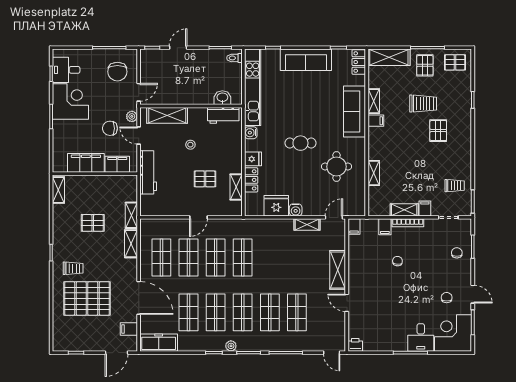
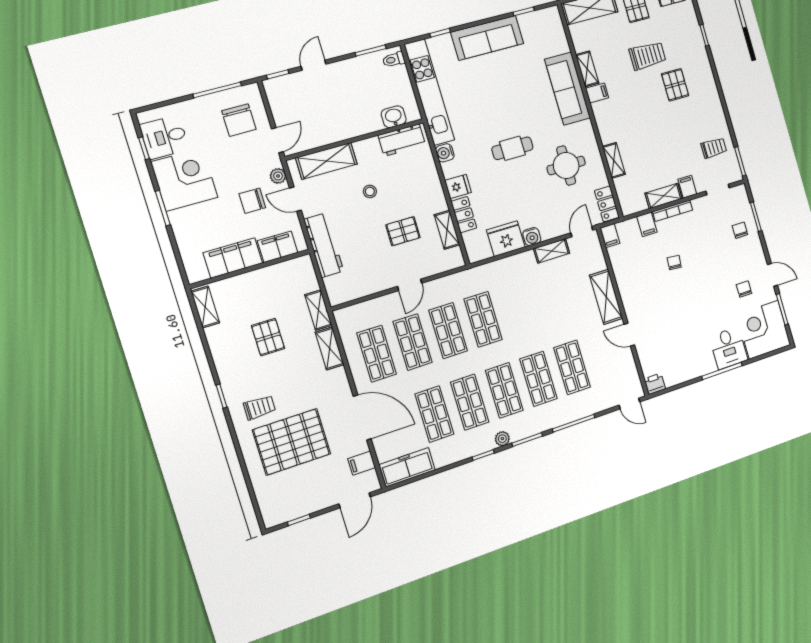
locker: (359, 62) -> (607, 204), moved
pallet: (93, 223) -> (268, 337), turned 90

